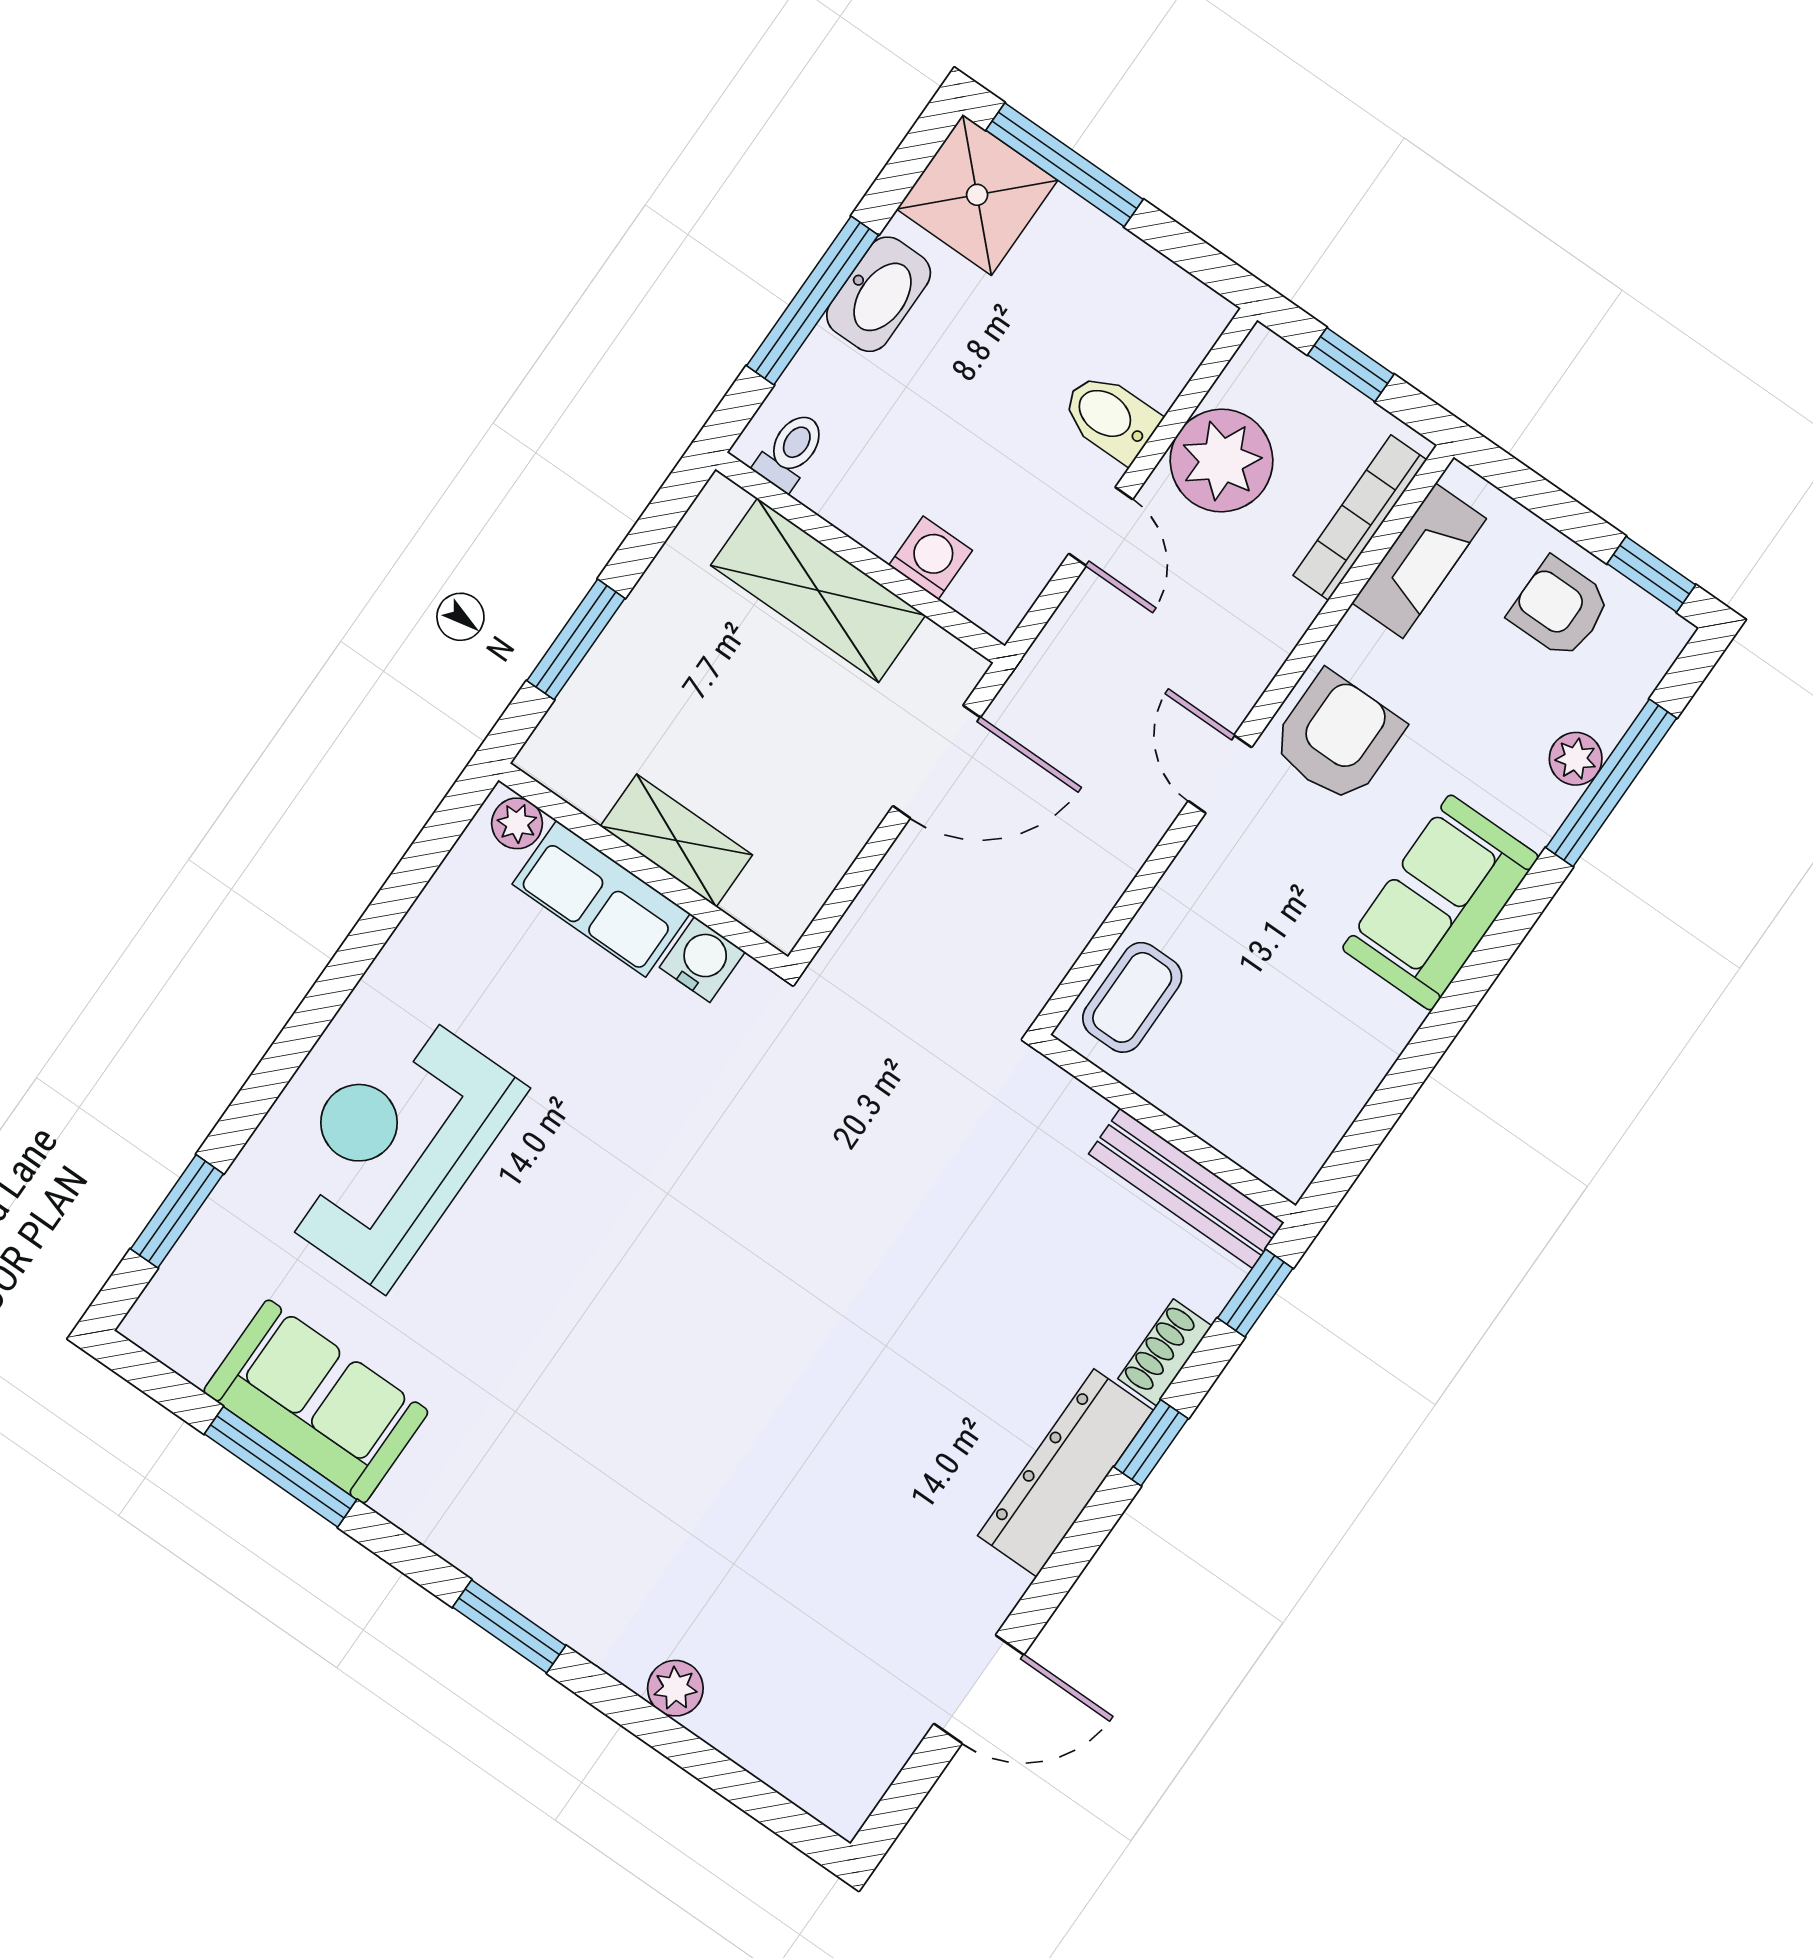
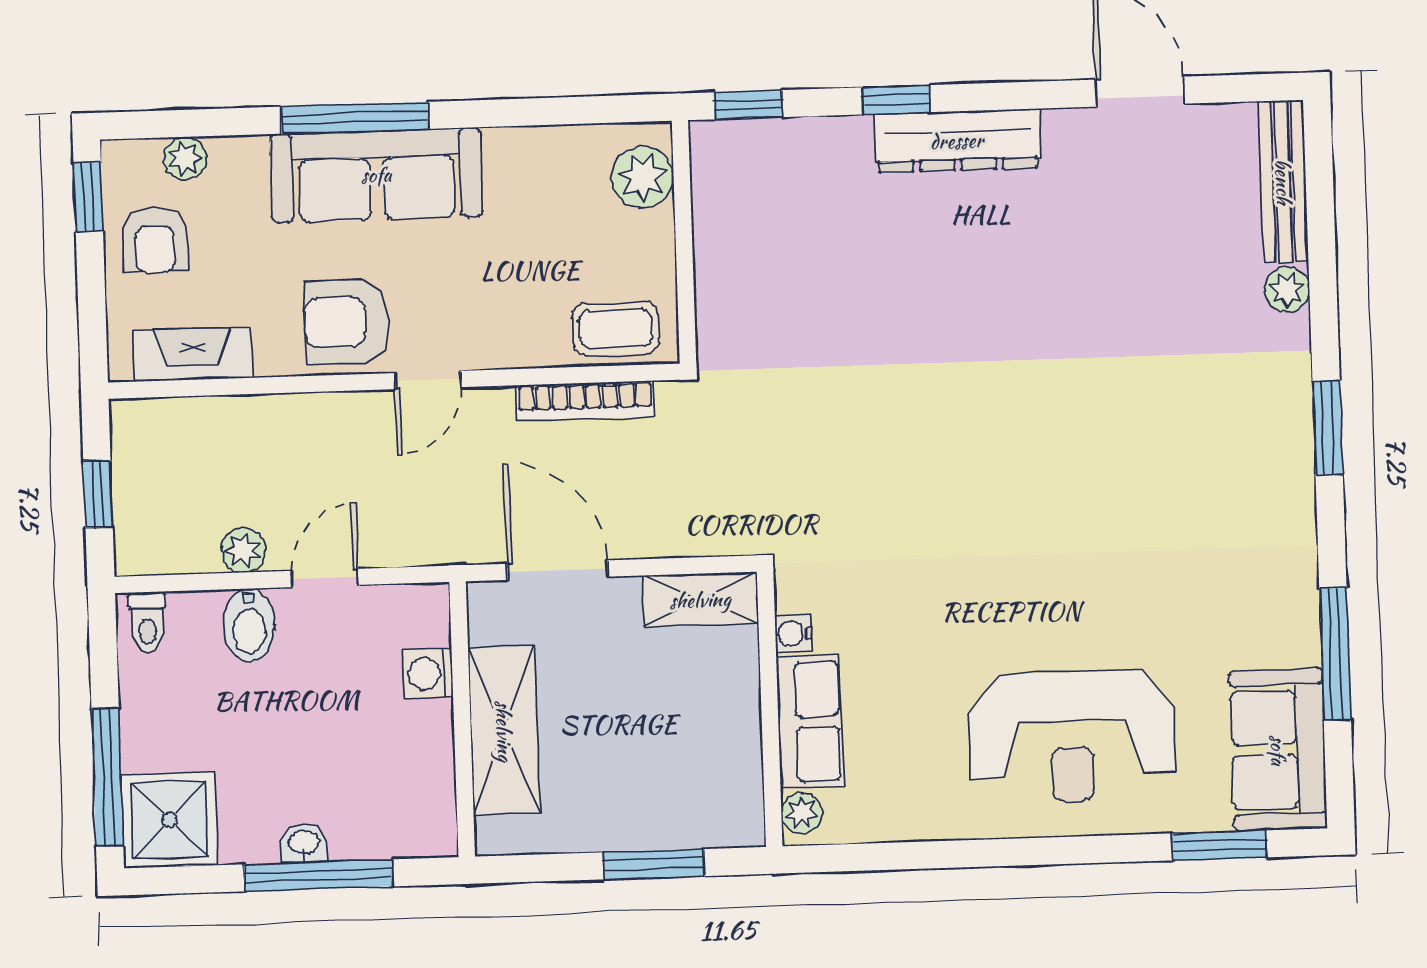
washbasin: (879, 294) -> (304, 843), width x0.52, depth x0.69
toilet: (791, 451) -> (147, 623), moved, turned -90
plant: (1221, 460) -> (243, 550), width x0.53, depth x0.53
bookcase: (1360, 518) -> (585, 401), moved
plant: (1576, 759) -> (185, 158), moved
window: (1611, 783) -> (355, 118), moved
shelving: (676, 841) -> (700, 600), moved, turned 90
sofa: (1440, 903) -> (376, 175), width x1.36
water cooler: (702, 960) -> (794, 634), width x0.72, depth x0.72
plant: (1262, 1136) -> (643, 177), added
bench: (1186, 1188) -> (1283, 182), moved
shoe rack: (1165, 1352) -> (831, 135), removed
sofa: (316, 1401) -> (1278, 750), moved

